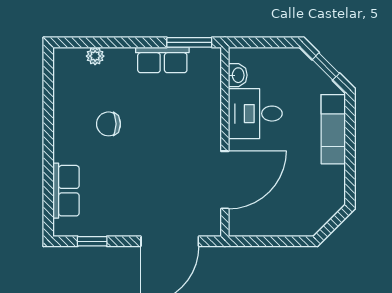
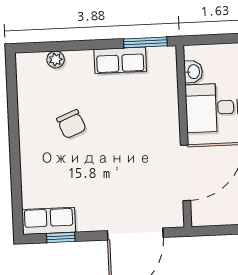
chair: (109, 124) -> (71, 124), turned -112
row of seats: (66, 191) -> (49, 221), moved, turned -90

